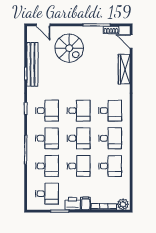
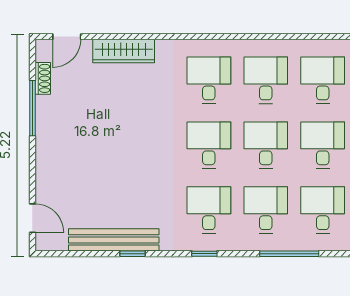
door: (43, 25) -> (32, 218), hinge flipped
spiral stairs: (69, 48) -> (80, 164), removed

